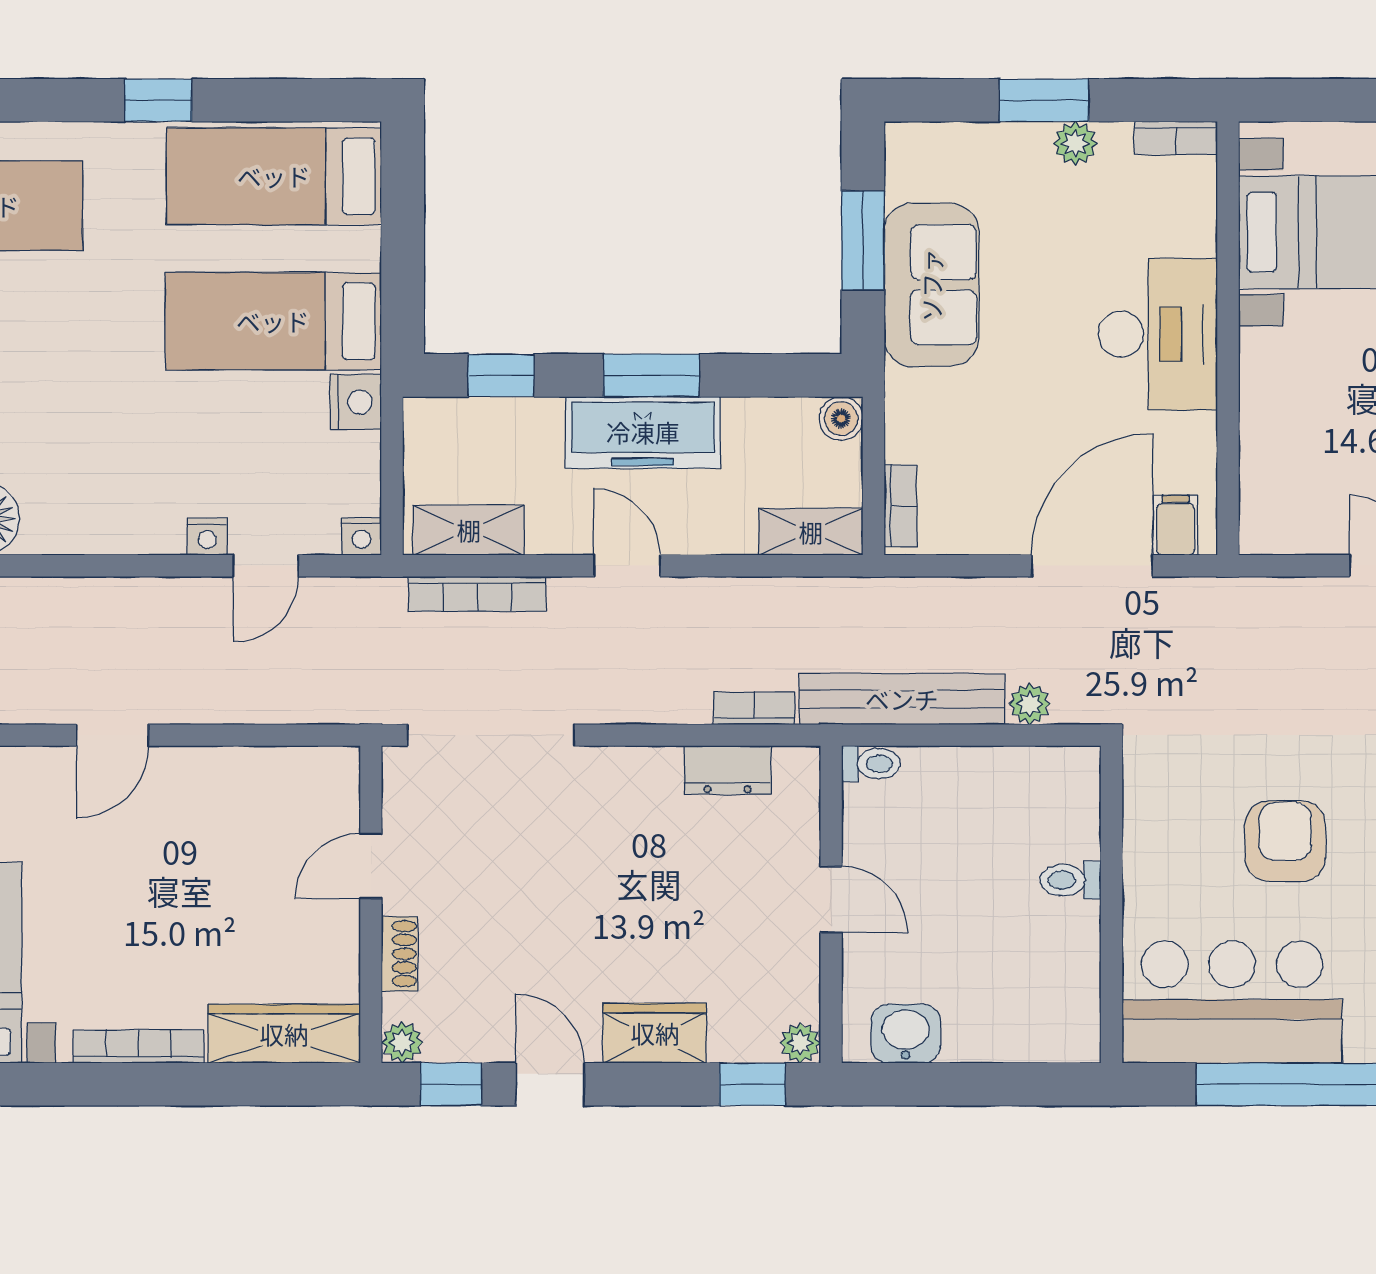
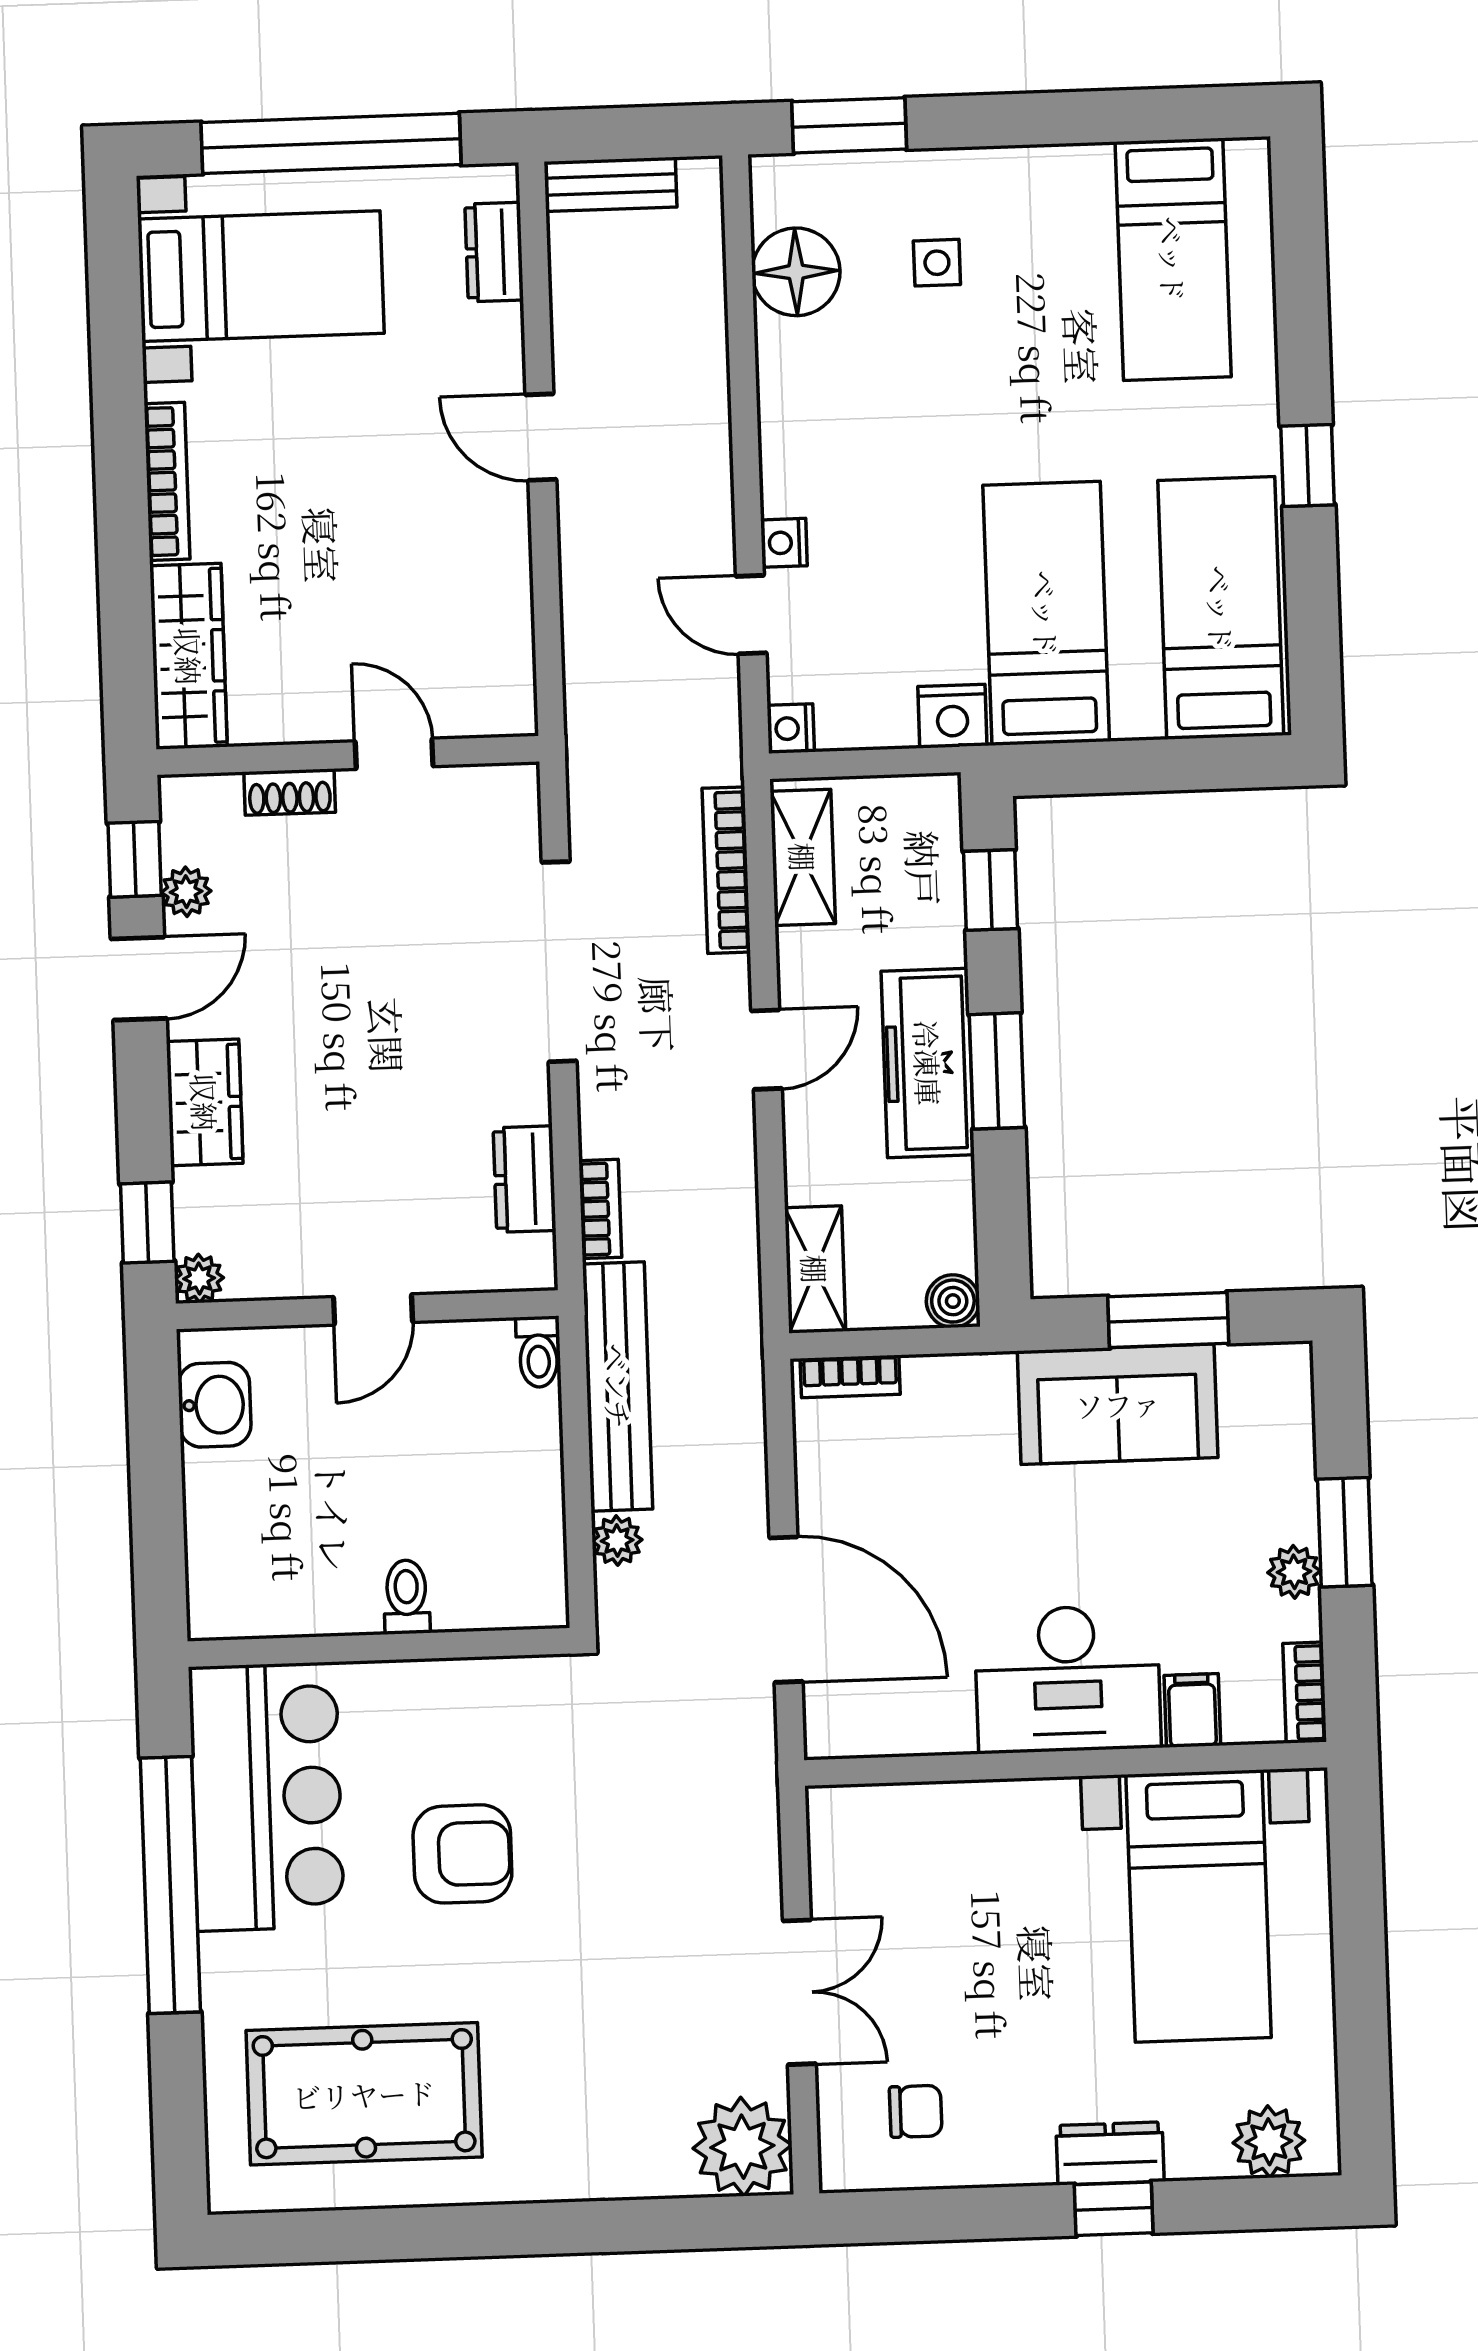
filing cabinet: (1175, 525) -> (1192, 1710), moved, turned -90
doorway: (491, 735) -> (559, 962), moved
plant: (402, 1042) -> (186, 892), moved

